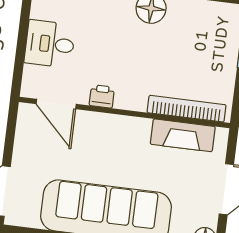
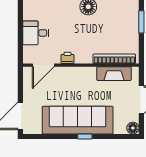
door: (56, 104) -> (43, 65), hinge flipped

